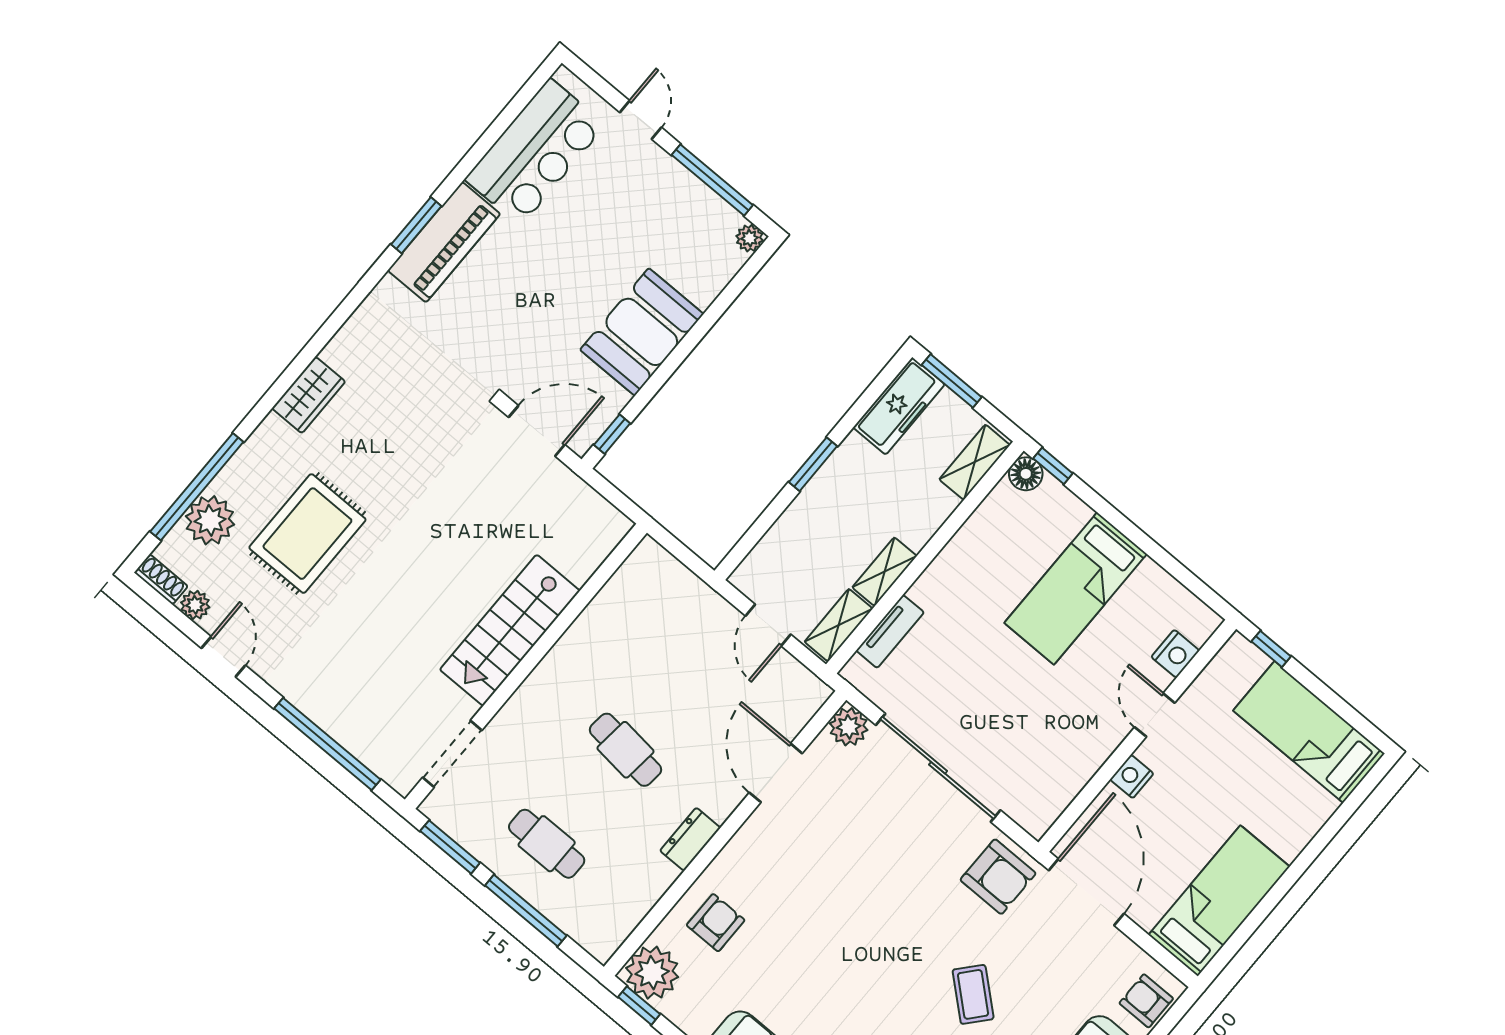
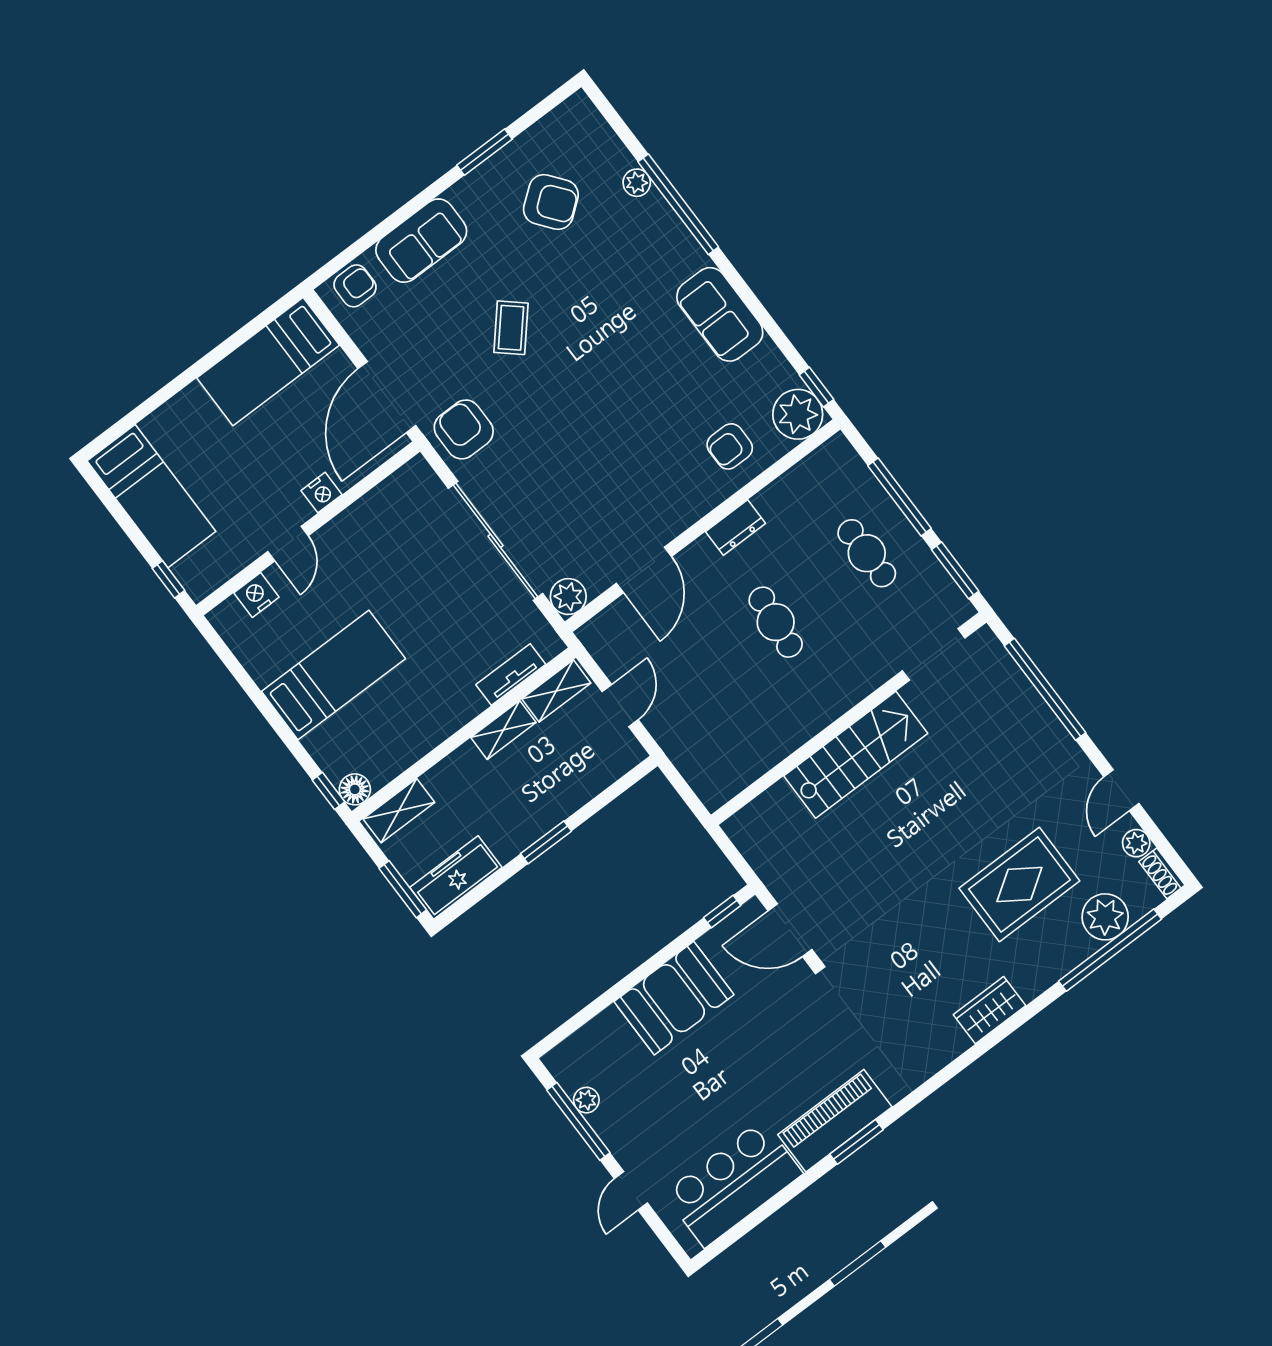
plant: (750, 238) -> (586, 1100), moved
armchair: (1146, 1001) -> (355, 286), turned -90

